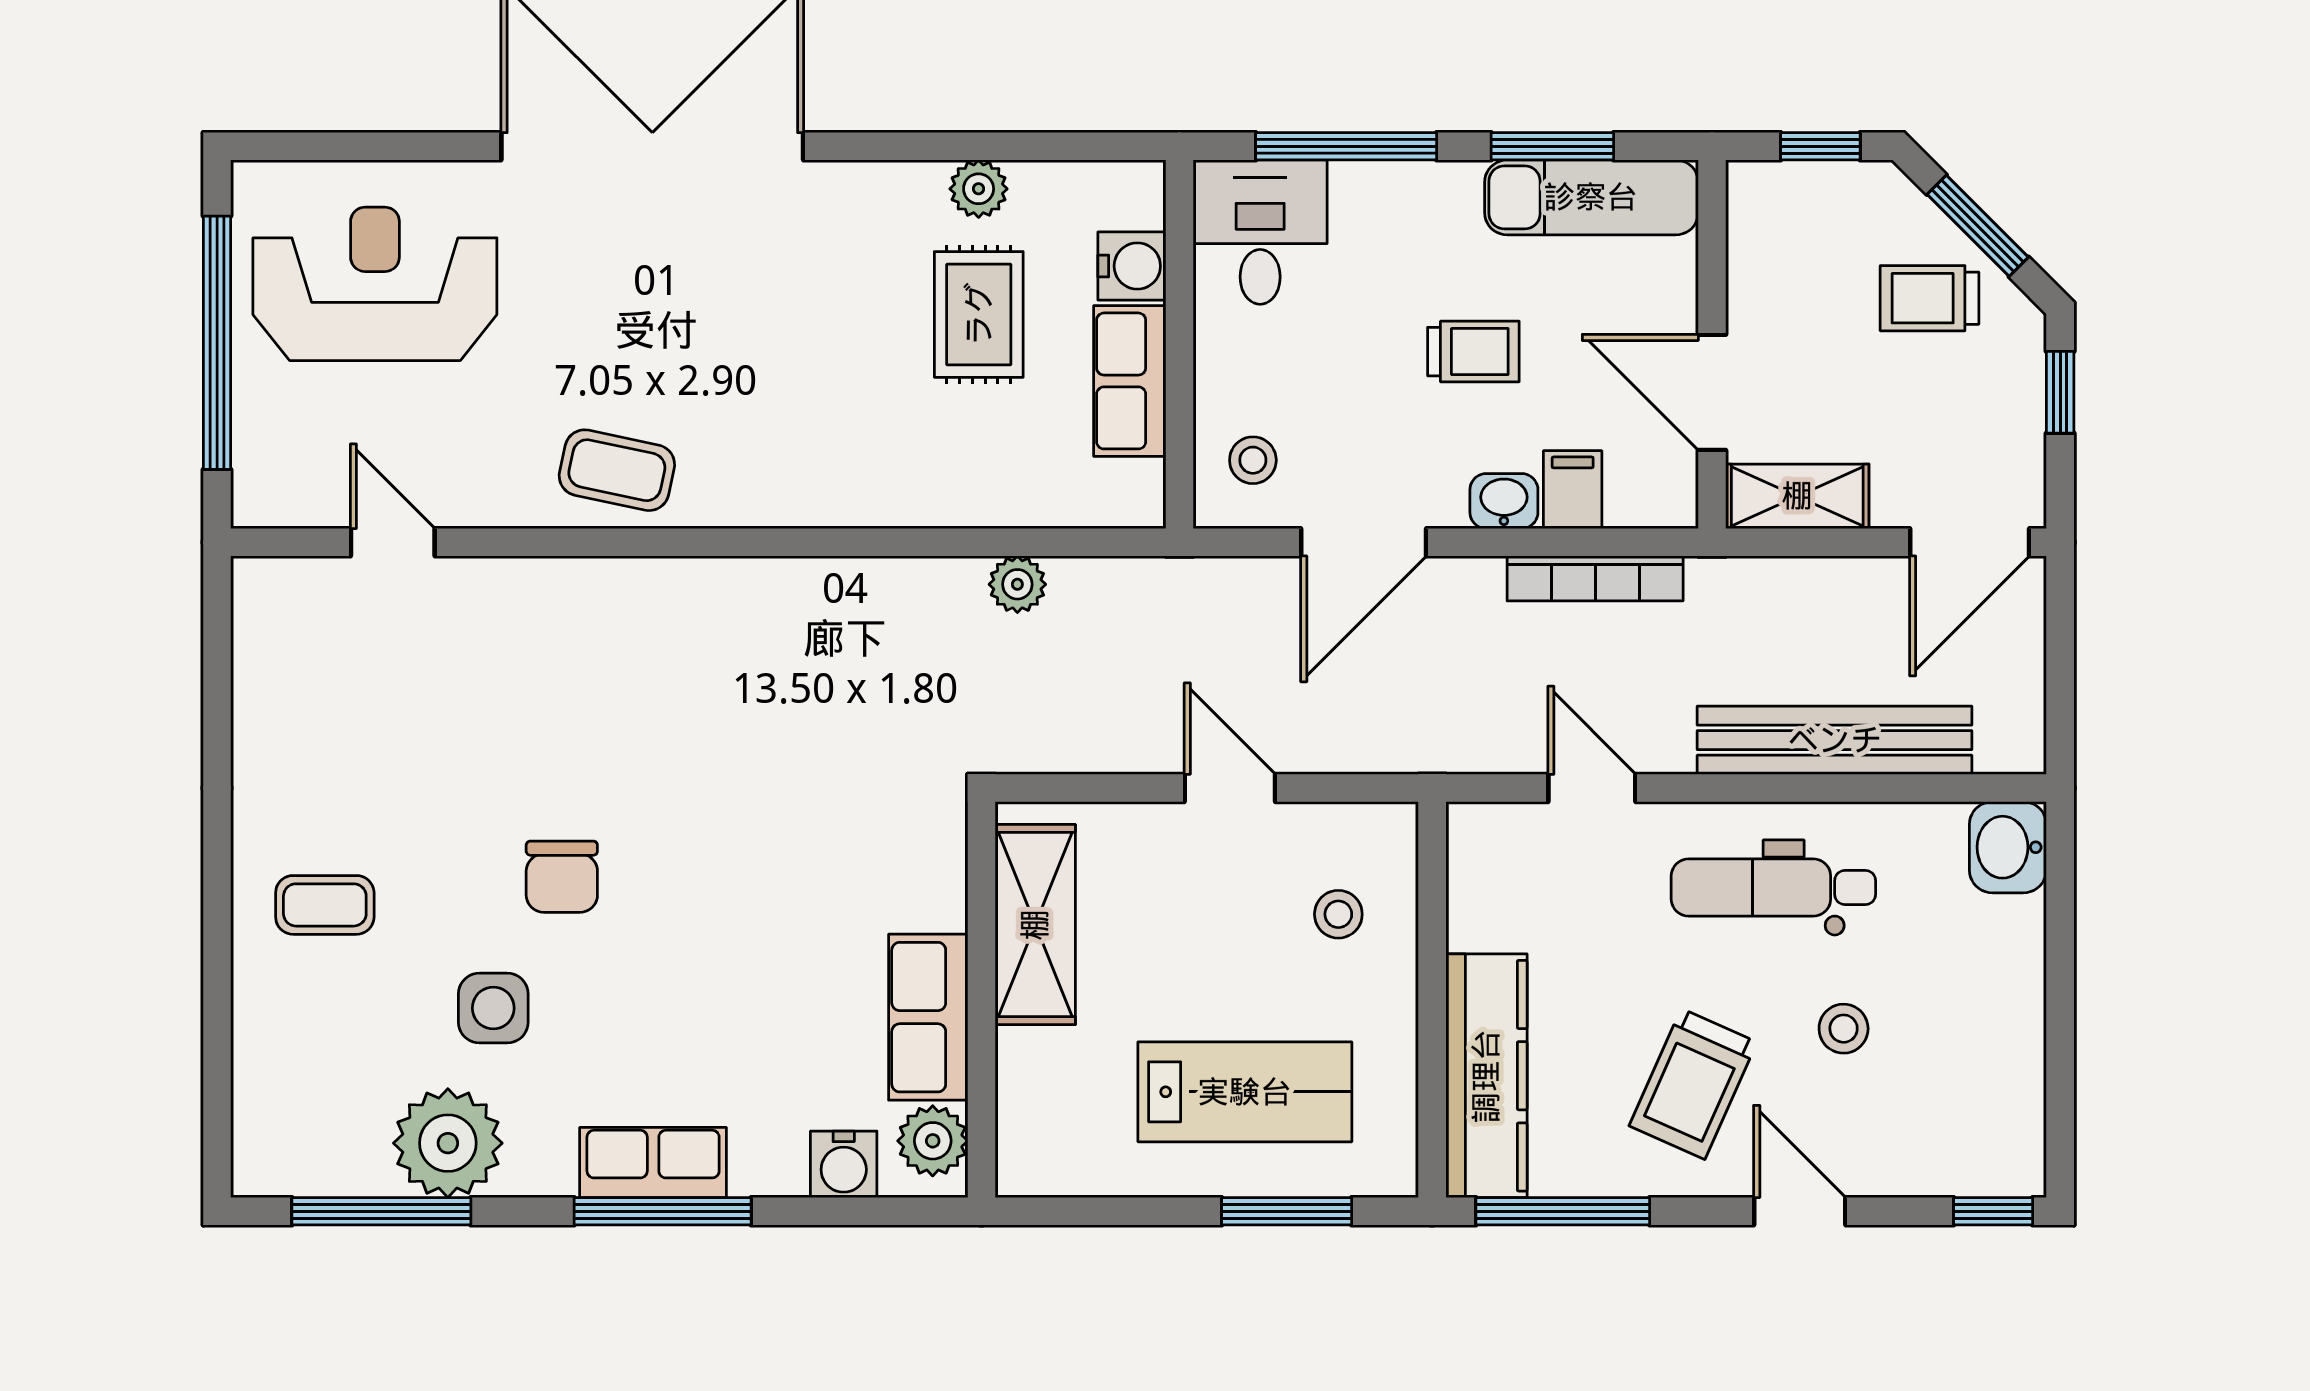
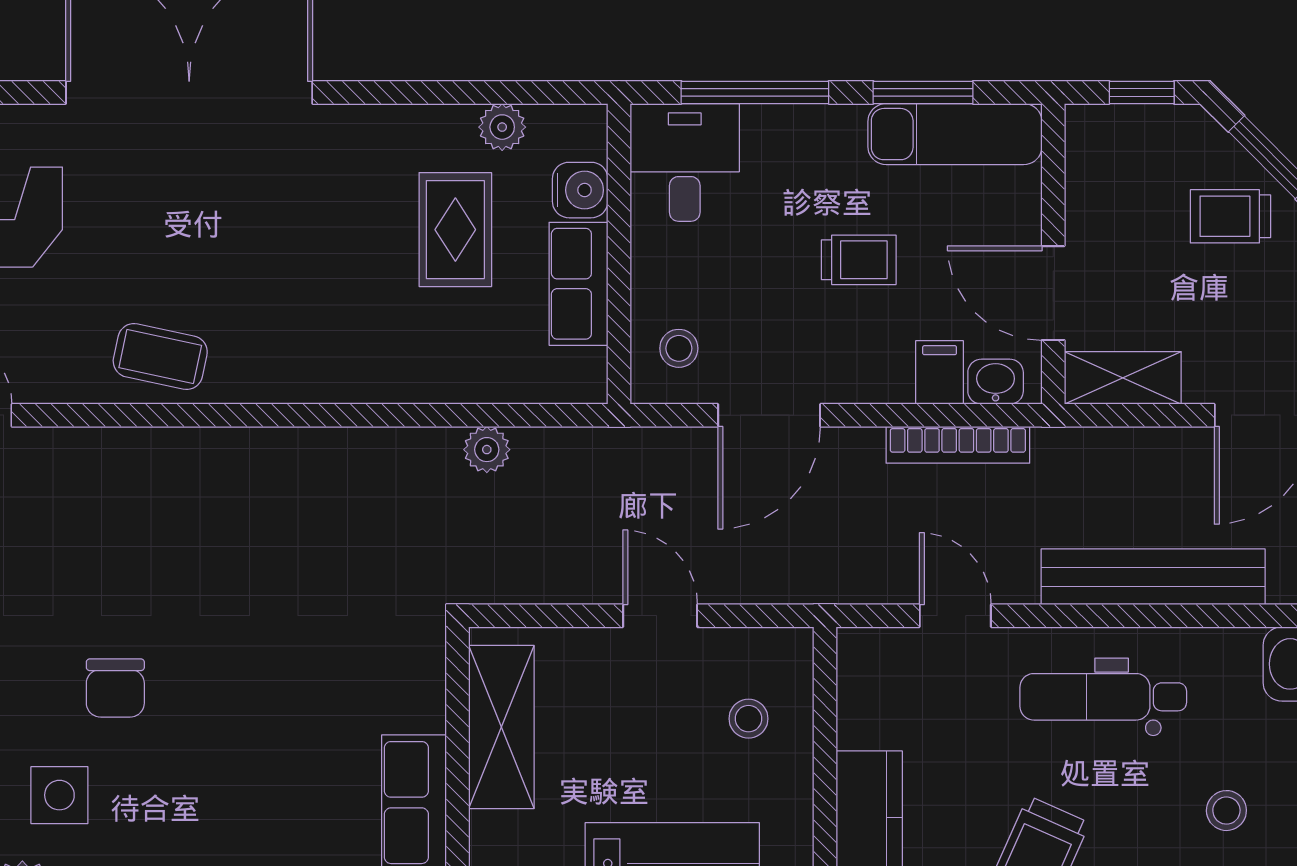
plant: (979, 189) -> (502, 127), moved
washbasin: (1504, 501) -> (996, 382), moved
stool: (1844, 1029) -> (1226, 811), moved

